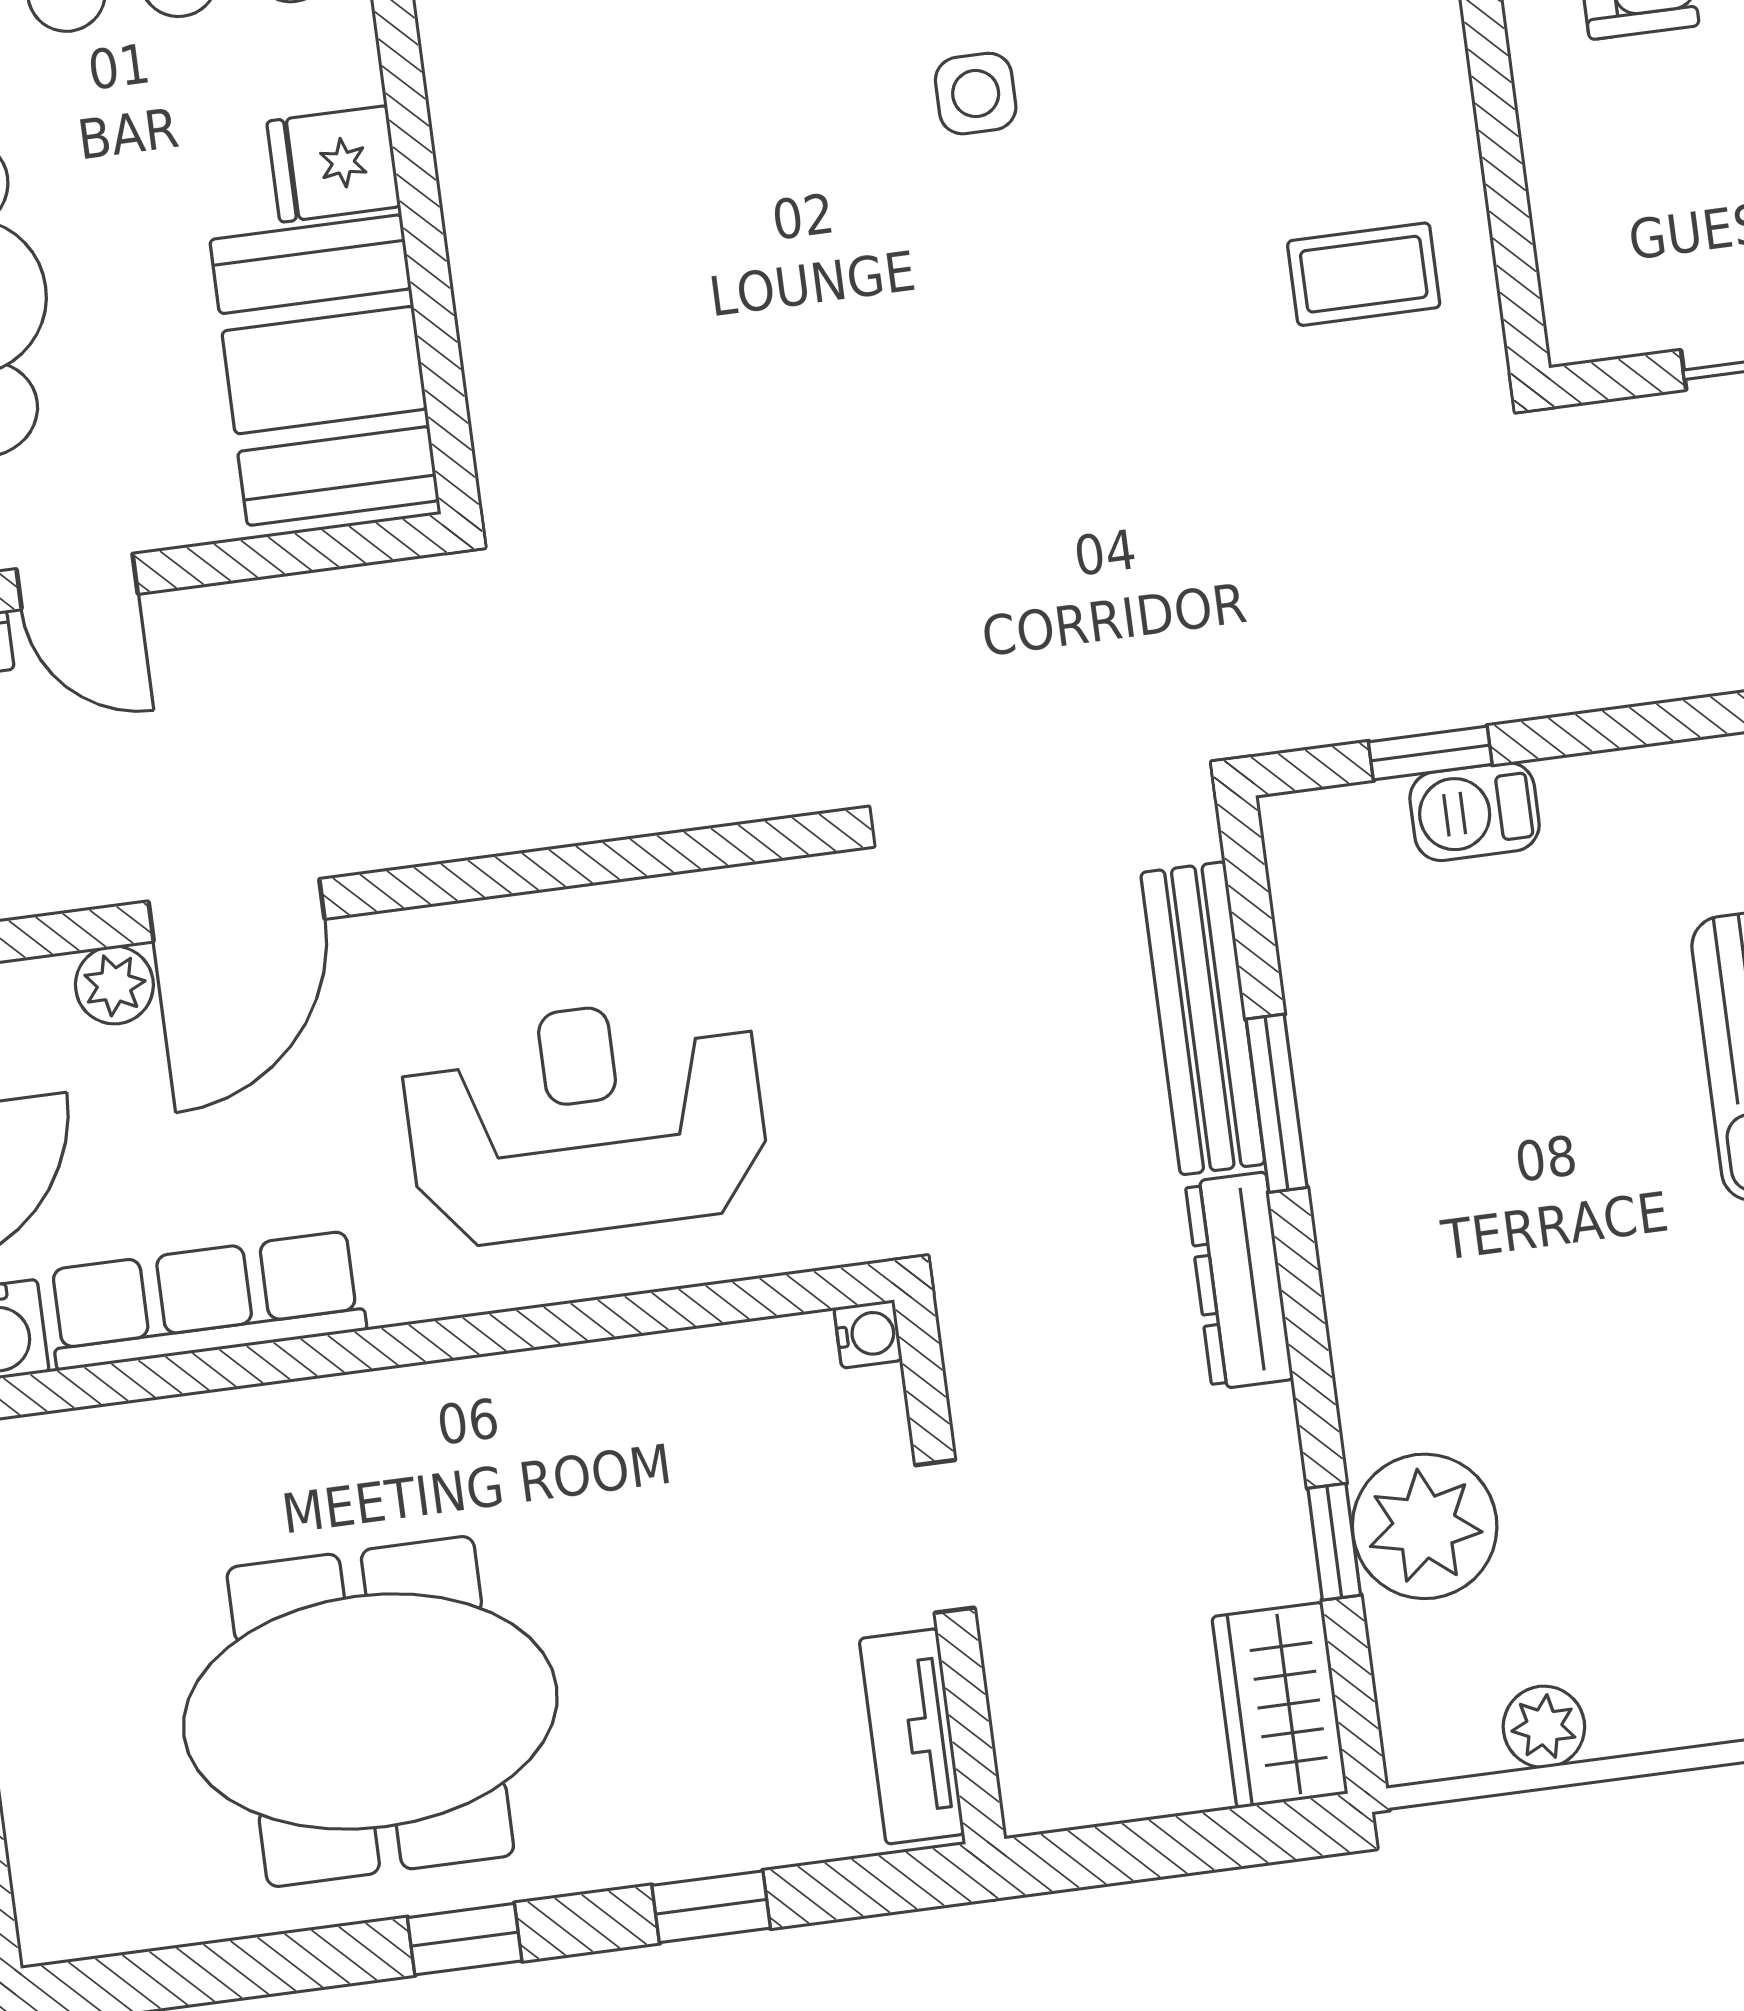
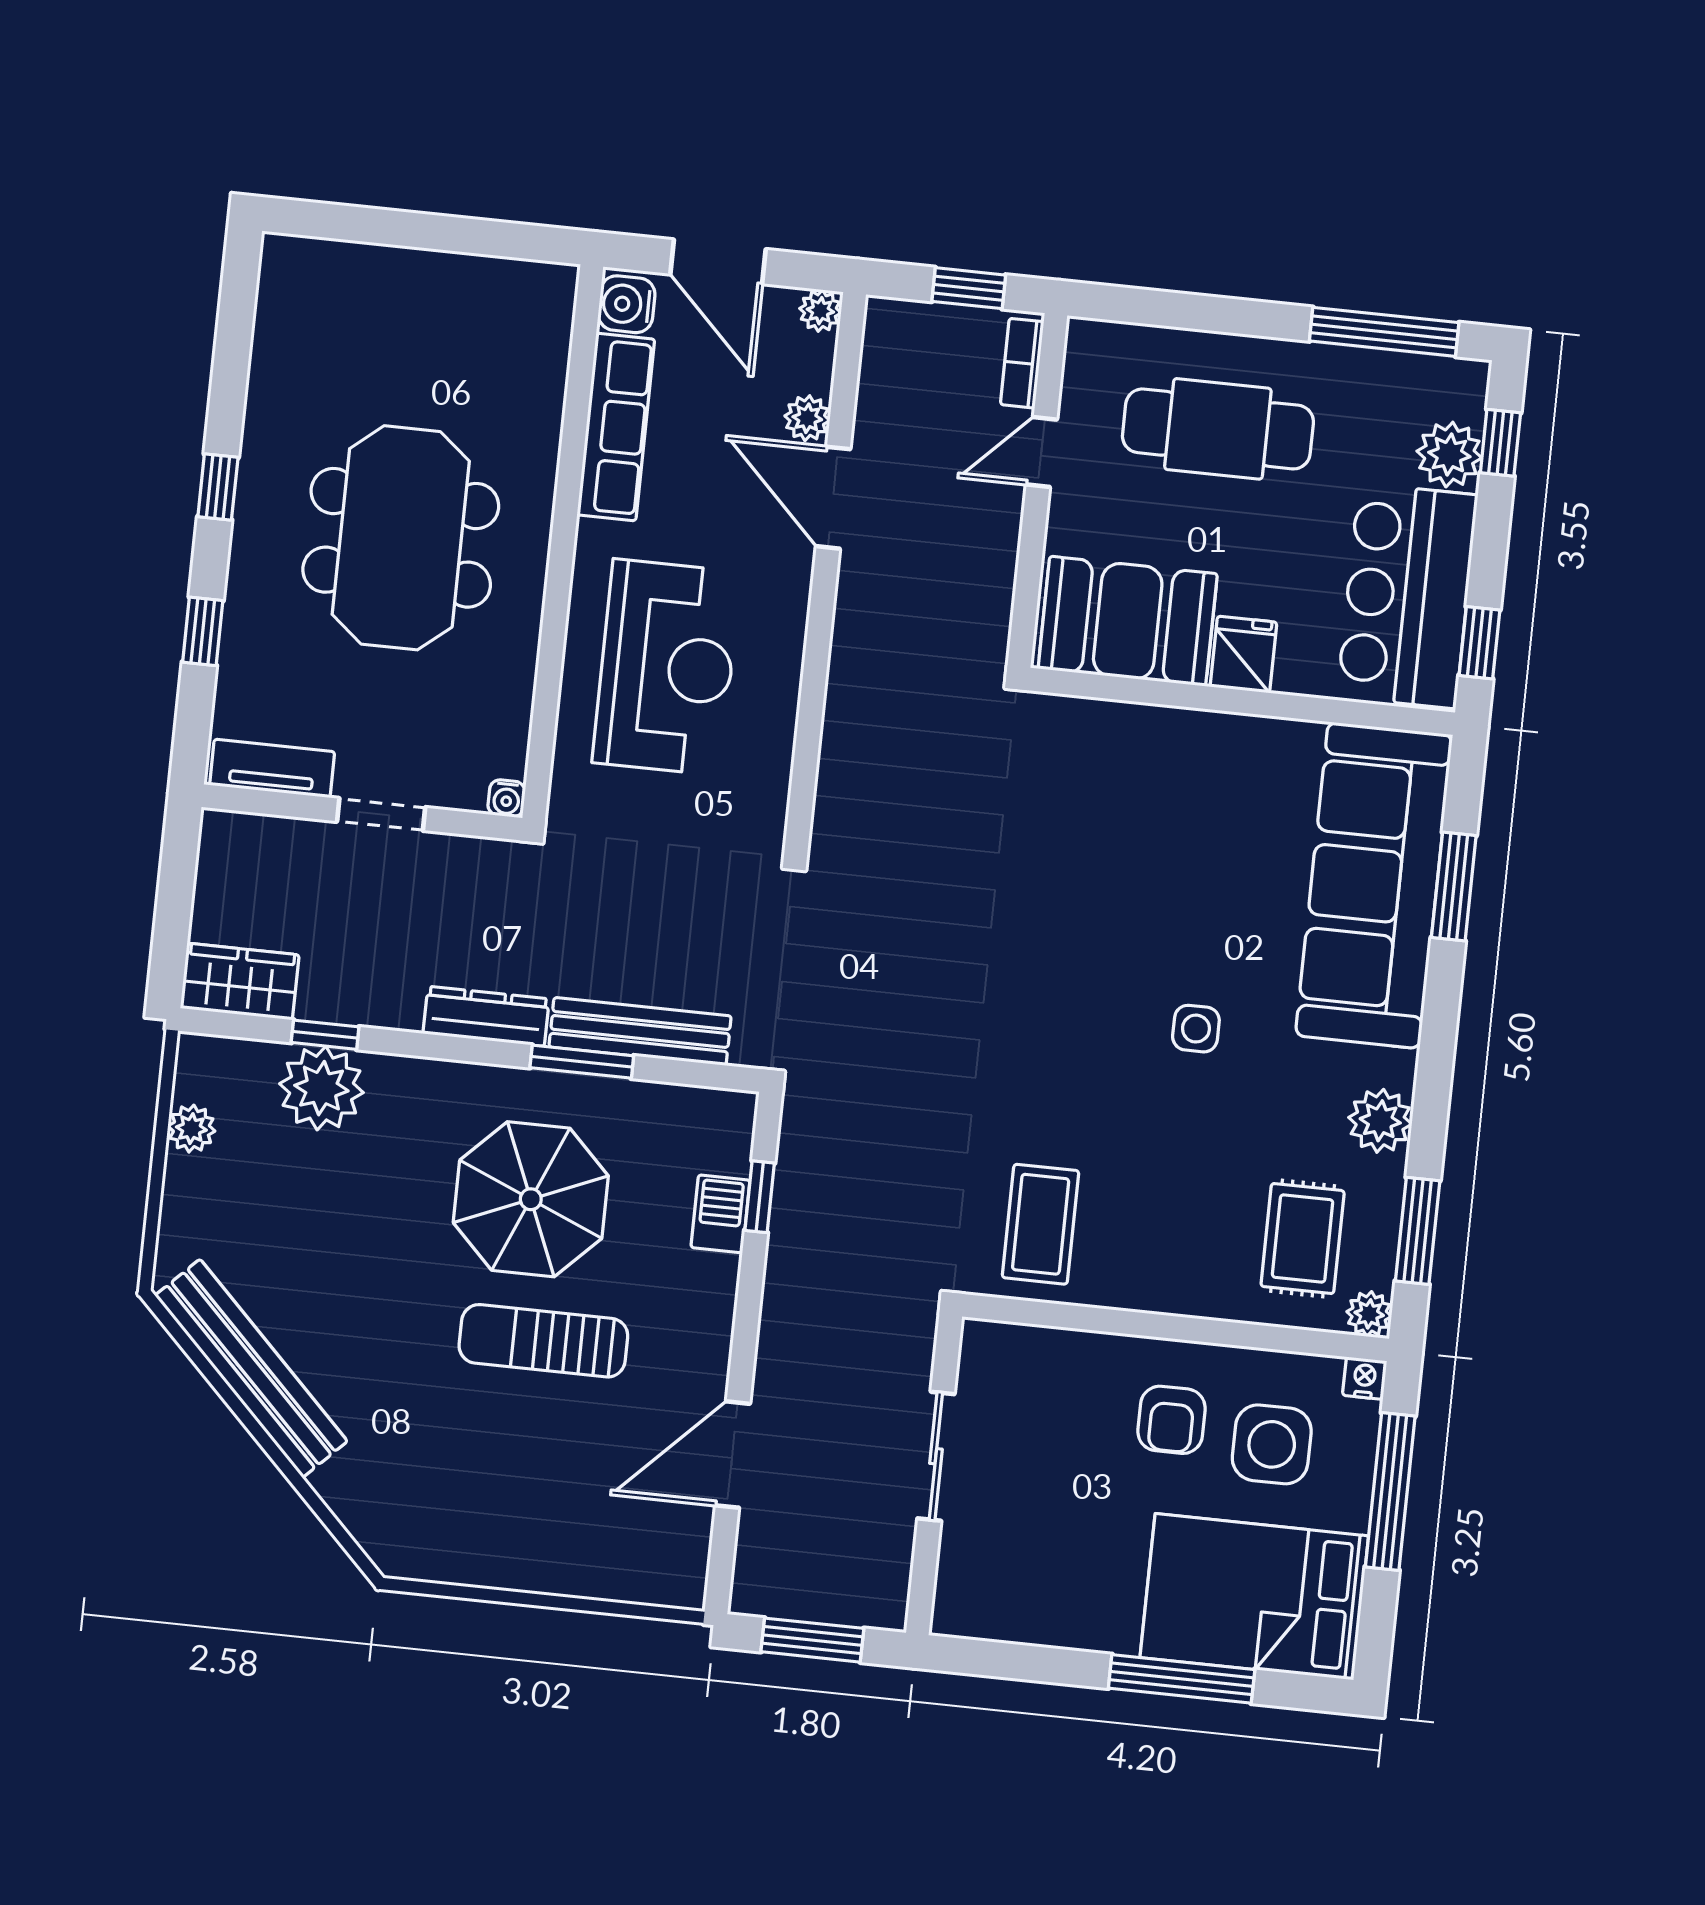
coffee table: (1364, 274) -> (1041, 1224), width x1.36, depth x1.30
parasol: (1526, 1133) -> (531, 1199), added
meeting table: (370, 1712) -> (401, 538), moved

